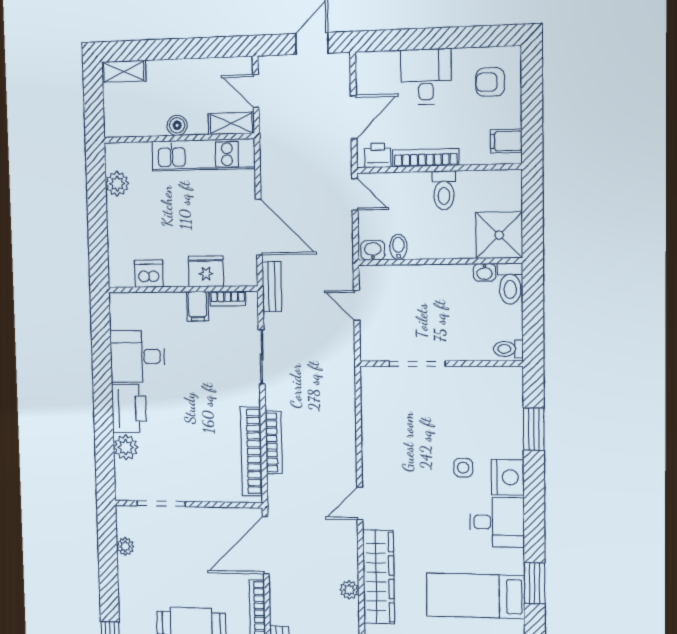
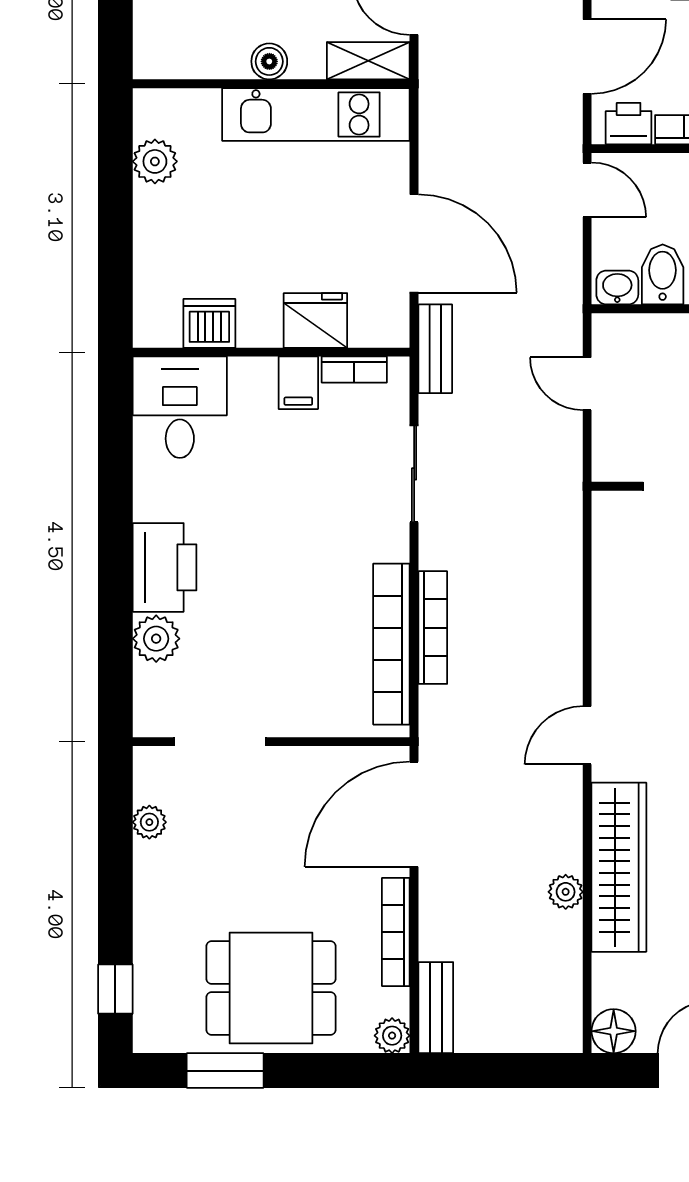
bidet: (398, 247) -> (663, 274), width x1.38, depth x1.36
desk: (137, 356) -> (180, 407), moved, turned 90

